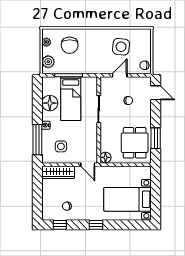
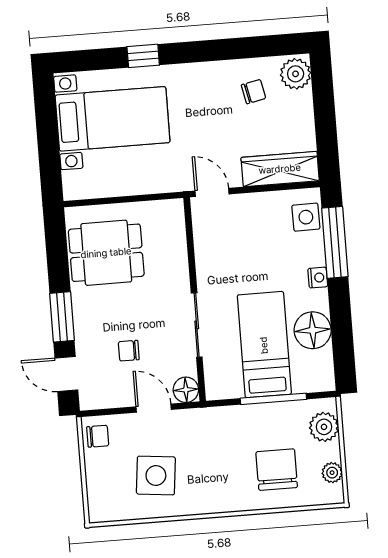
door: (120, 75) -> (154, 408), swing flipped
window: (156, 138) -> (62, 317), moved
dining table: (135, 143) -> (106, 253), turned 90
side table: (61, 146) -> (306, 217), moved
floor lamp: (105, 157) -> (186, 390), moved
plant: (48, 212) -> (296, 74), added
window: (60, 225) -> (267, 46), removed
window: (96, 225) -> (143, 56), moved

